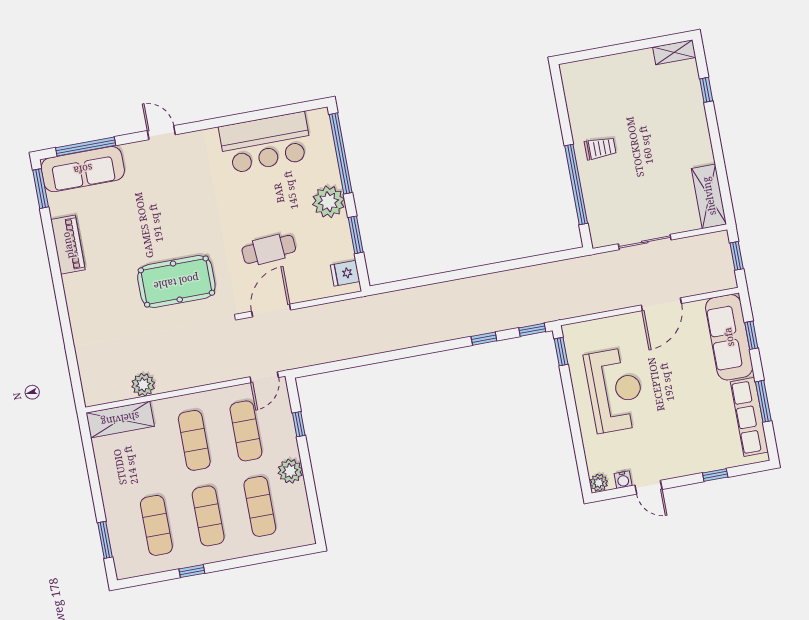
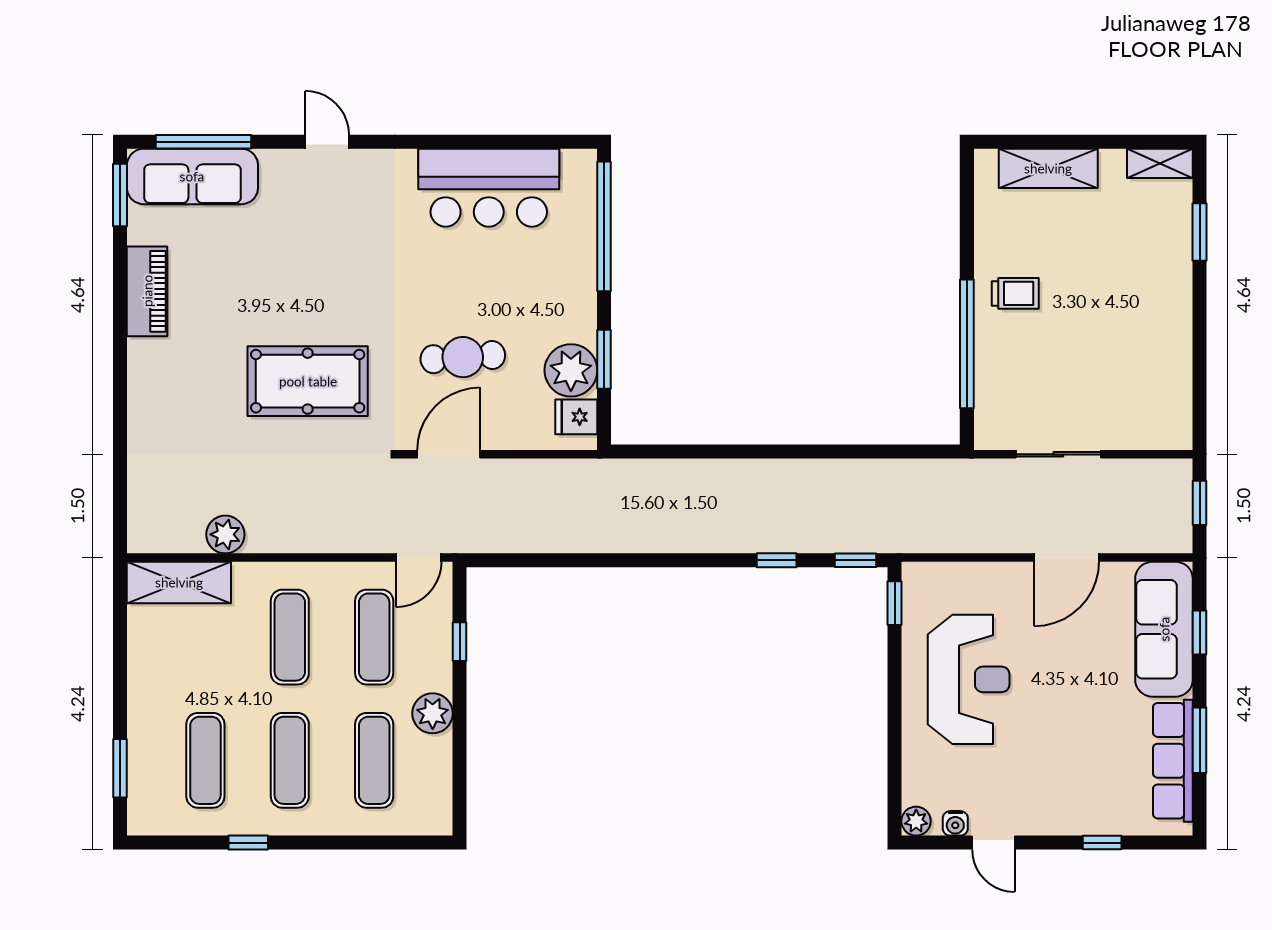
window: (706, 90) -> (1200, 232), width x1.50
shelving: (709, 196) -> (1048, 168), moved, turned 90
plant: (329, 202) -> (571, 370), moved

